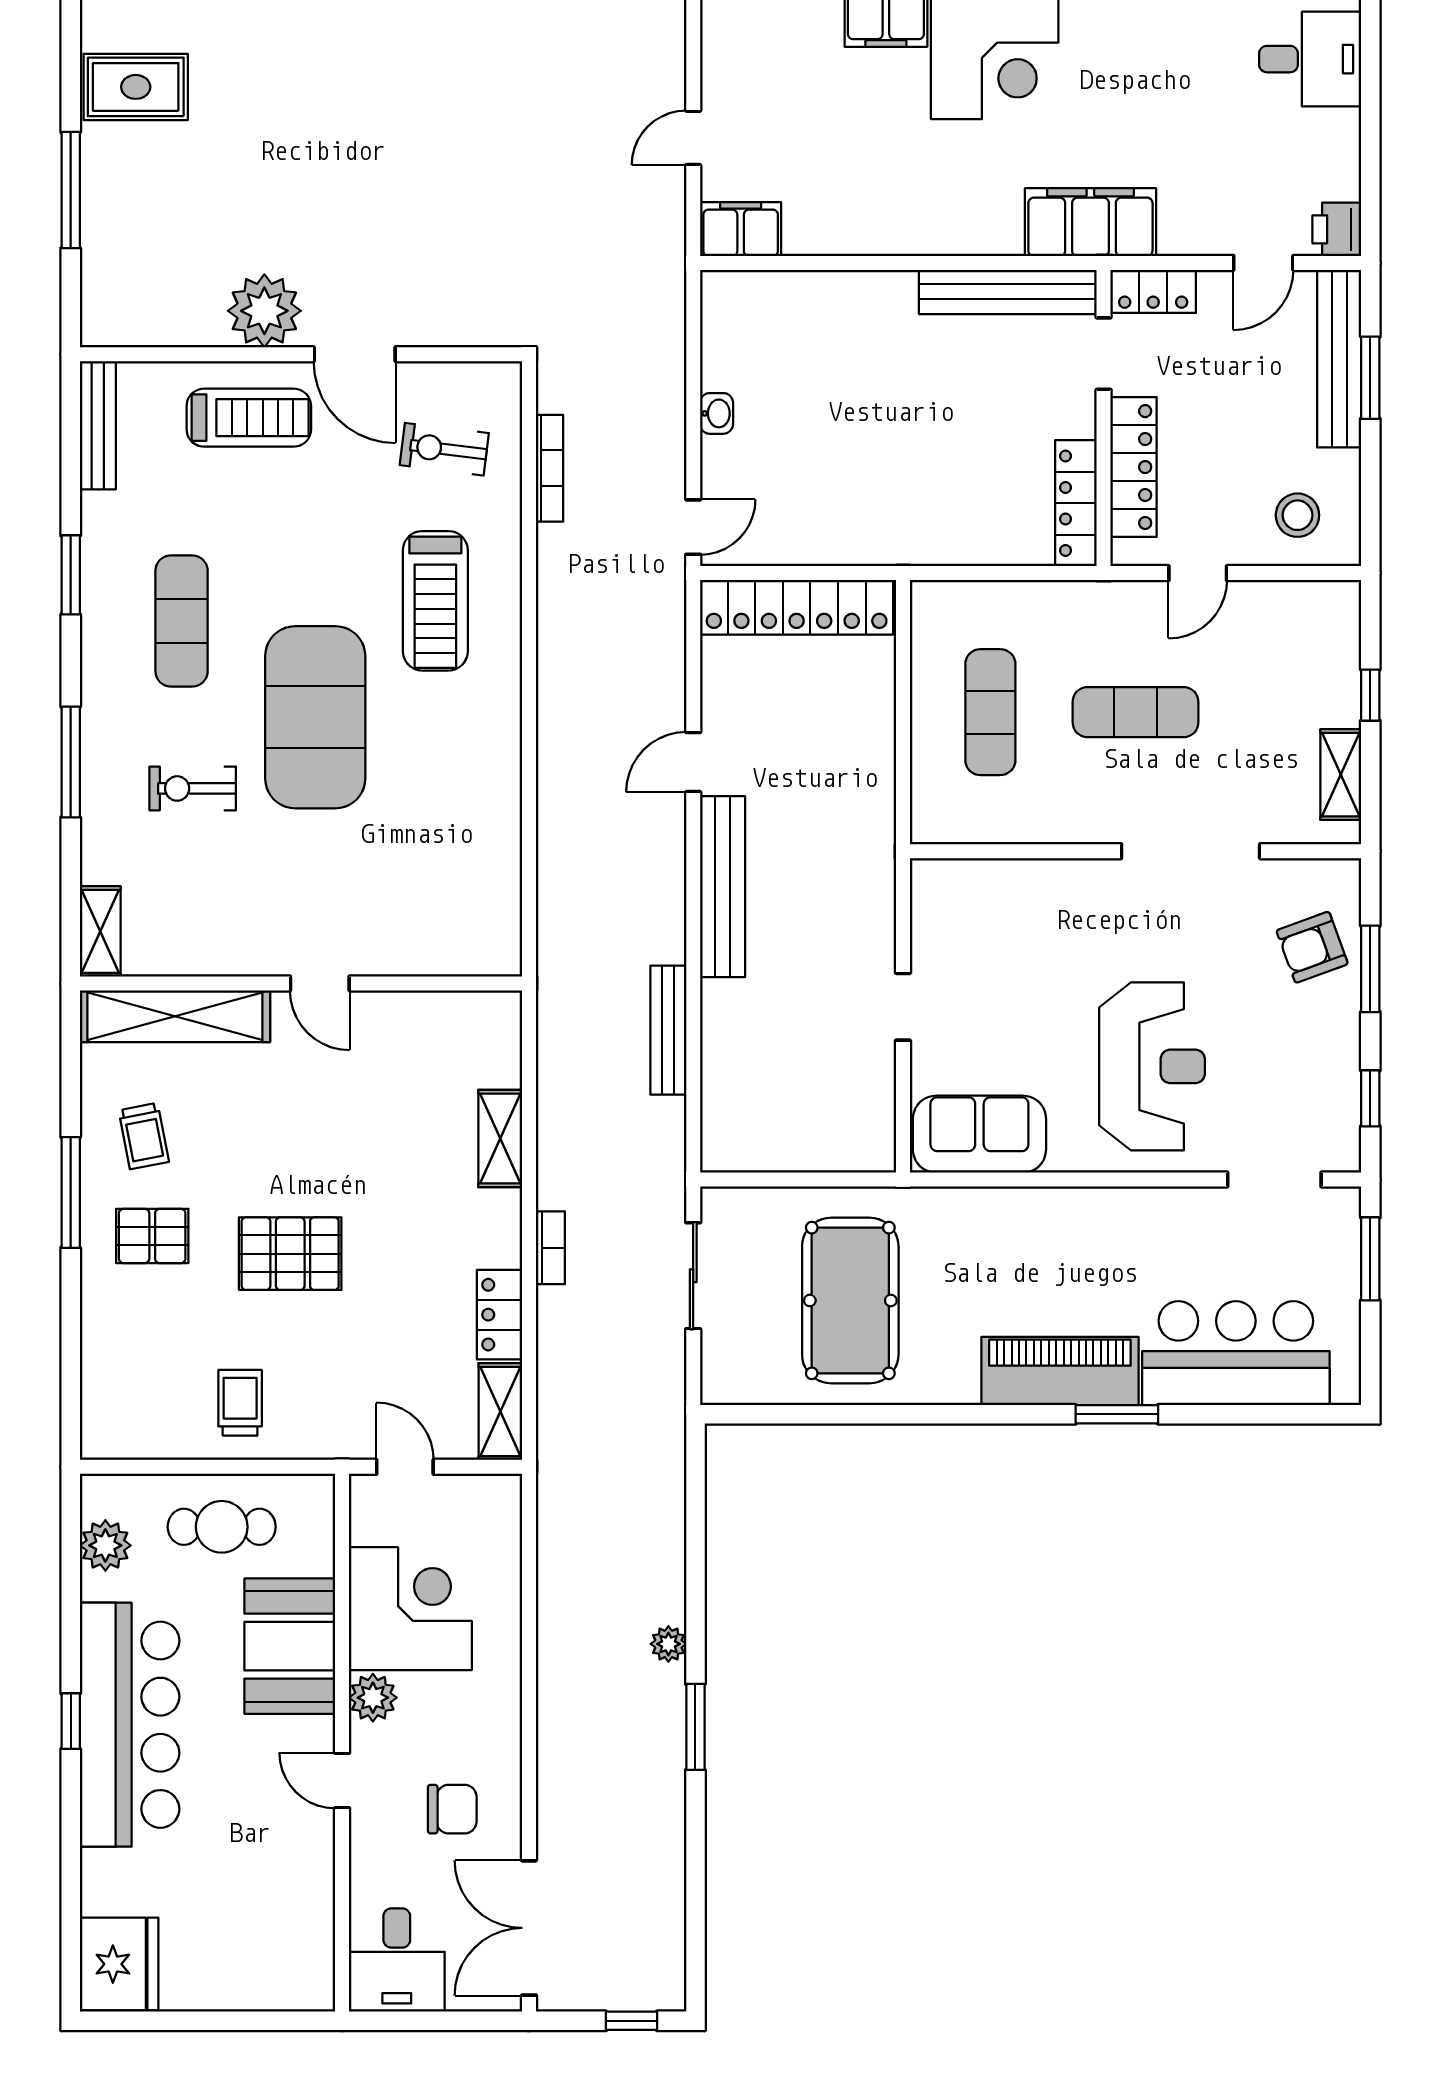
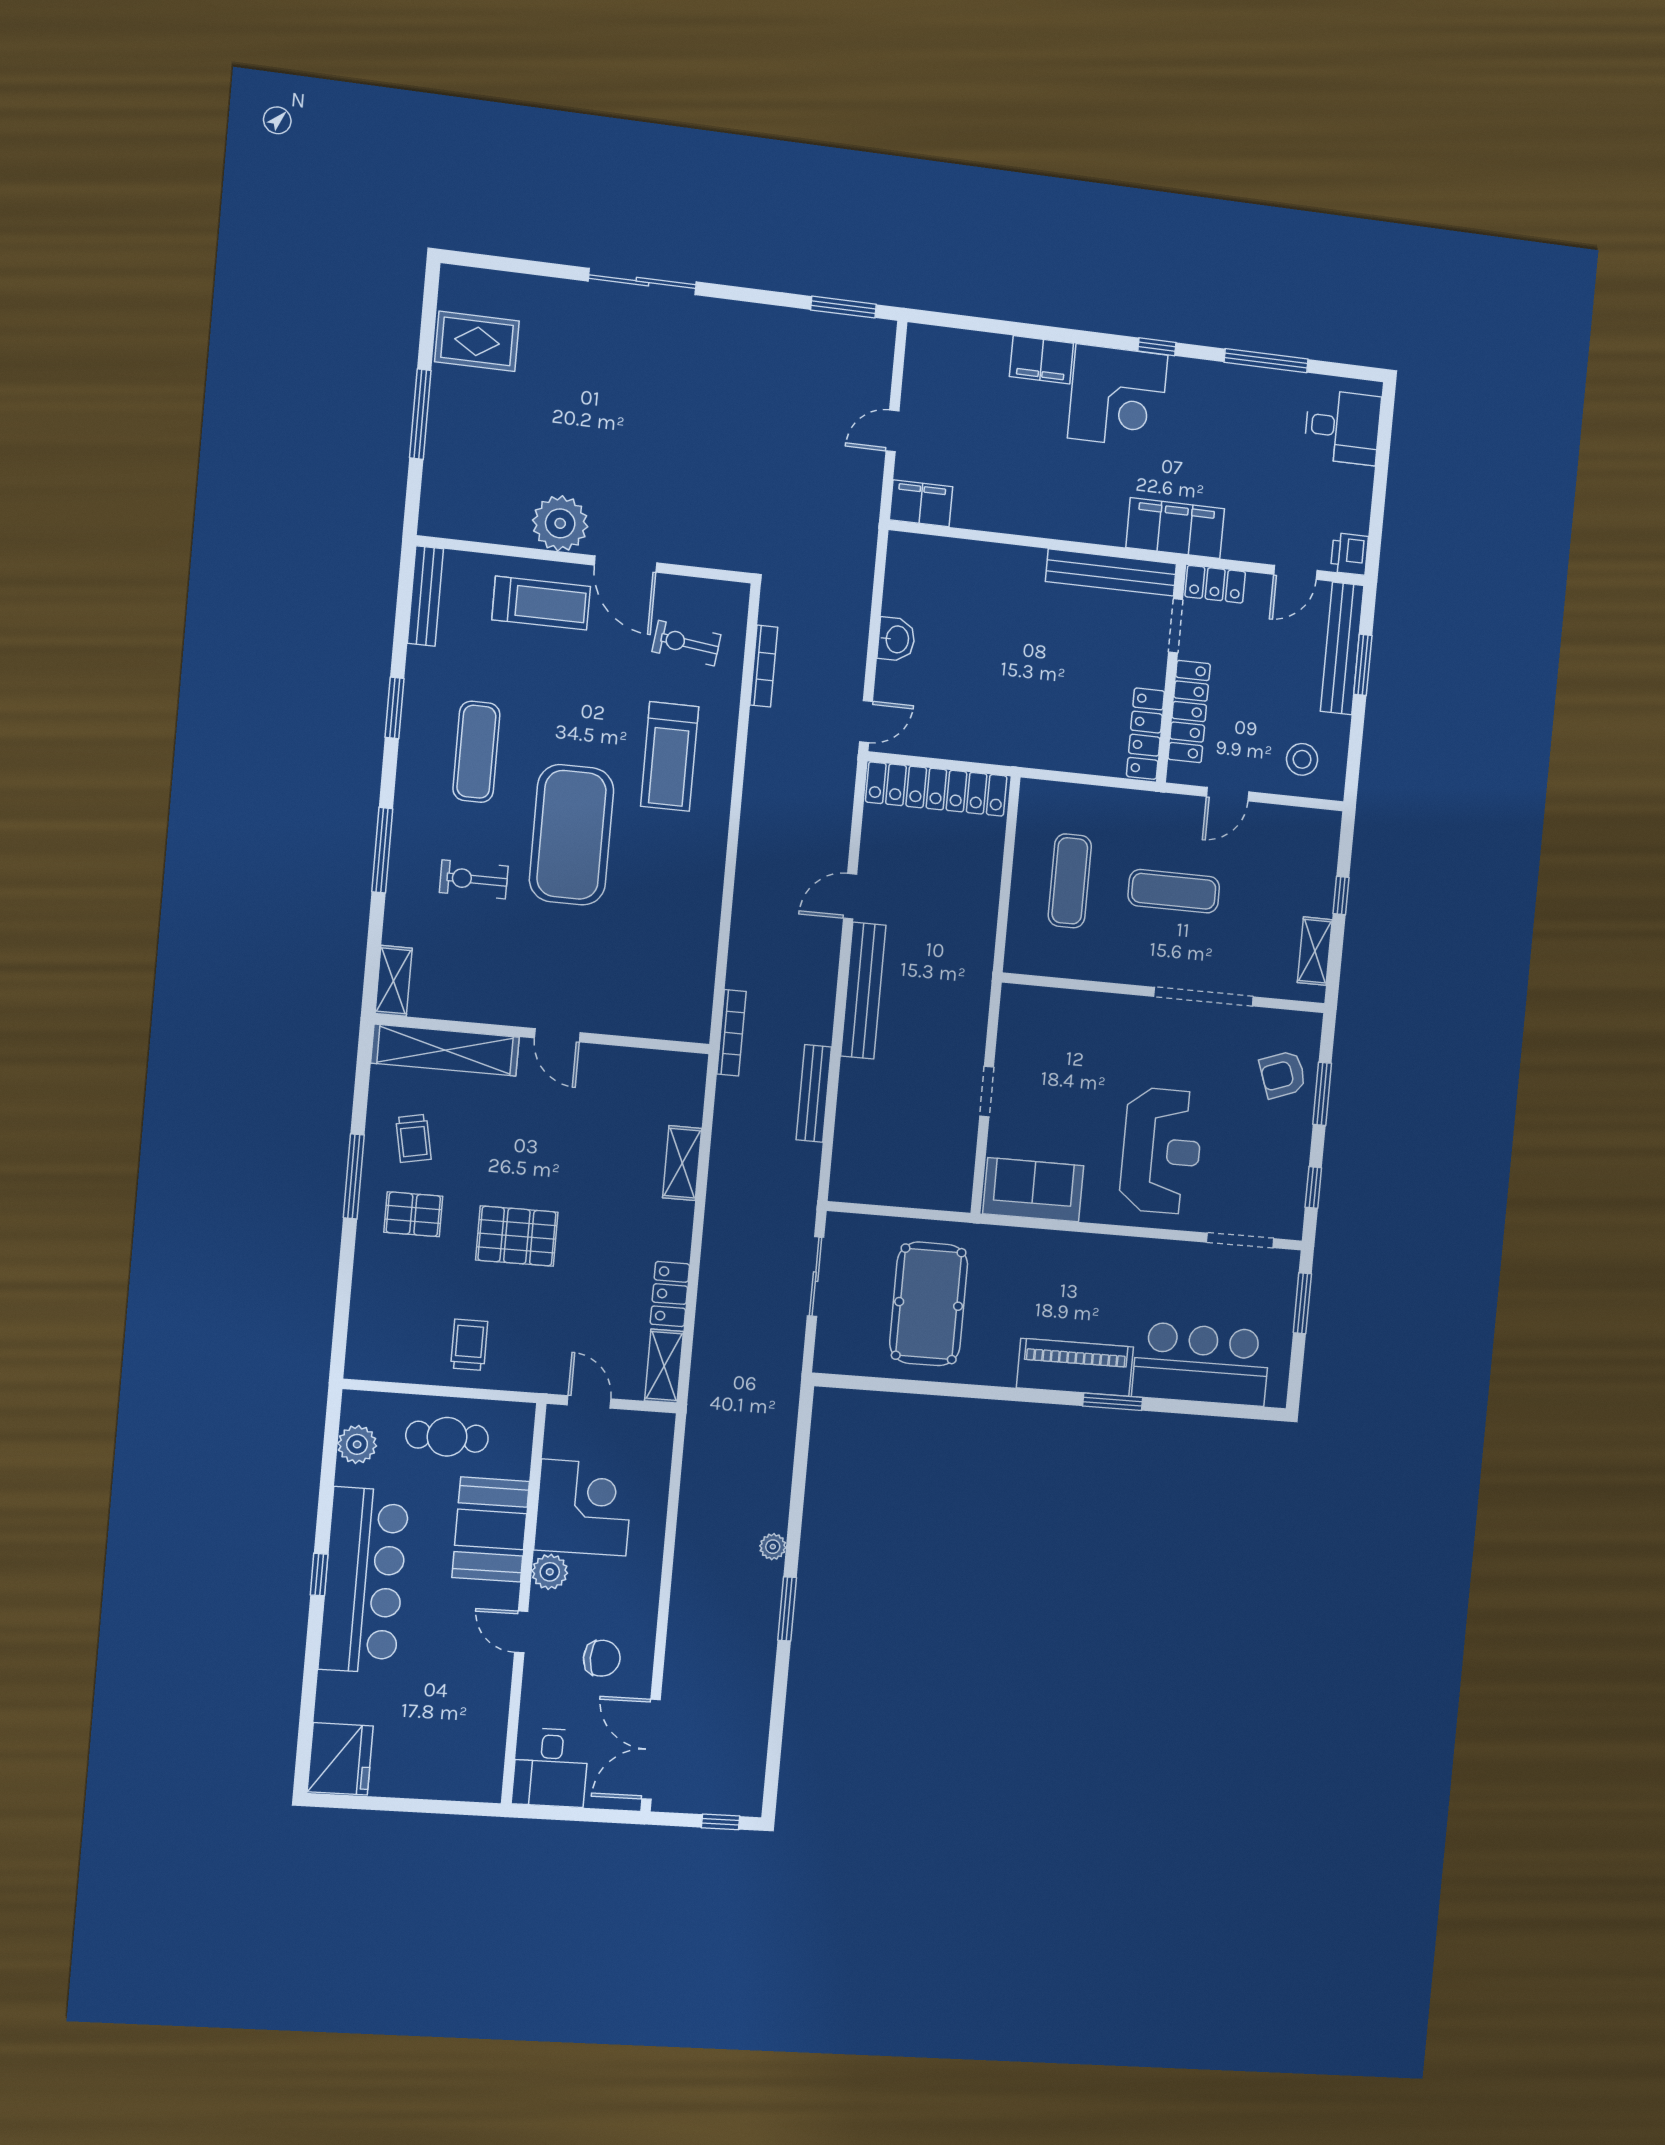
washbasin: (717, 413) -> (896, 639), width x1.38, depth x1.45
bookcase: (550, 1248) -> (731, 1033), moved, width x1.56

